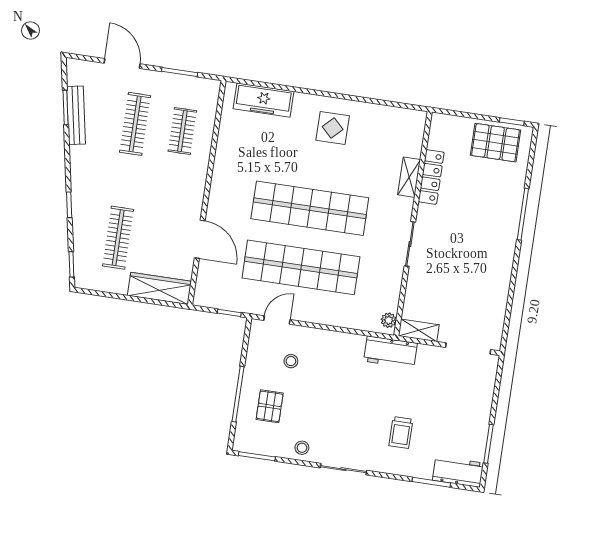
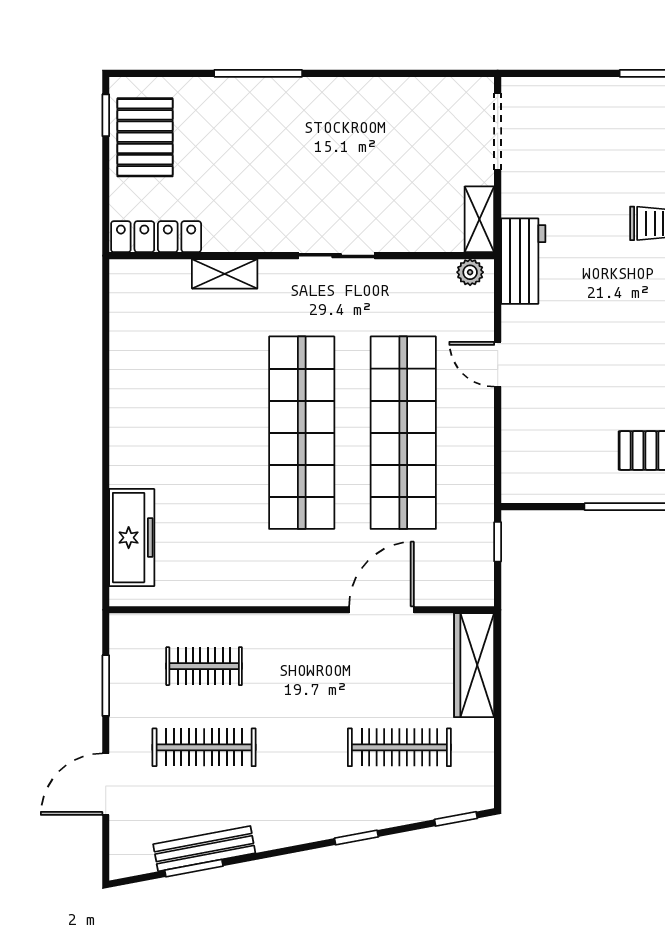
display table: (333, 128) -> (161, 415), removed
locker: (431, 177) -> (156, 237), moved
door: (277, 320) -> (498, 364), moved
stool: (291, 361) -> (563, 426), removed

